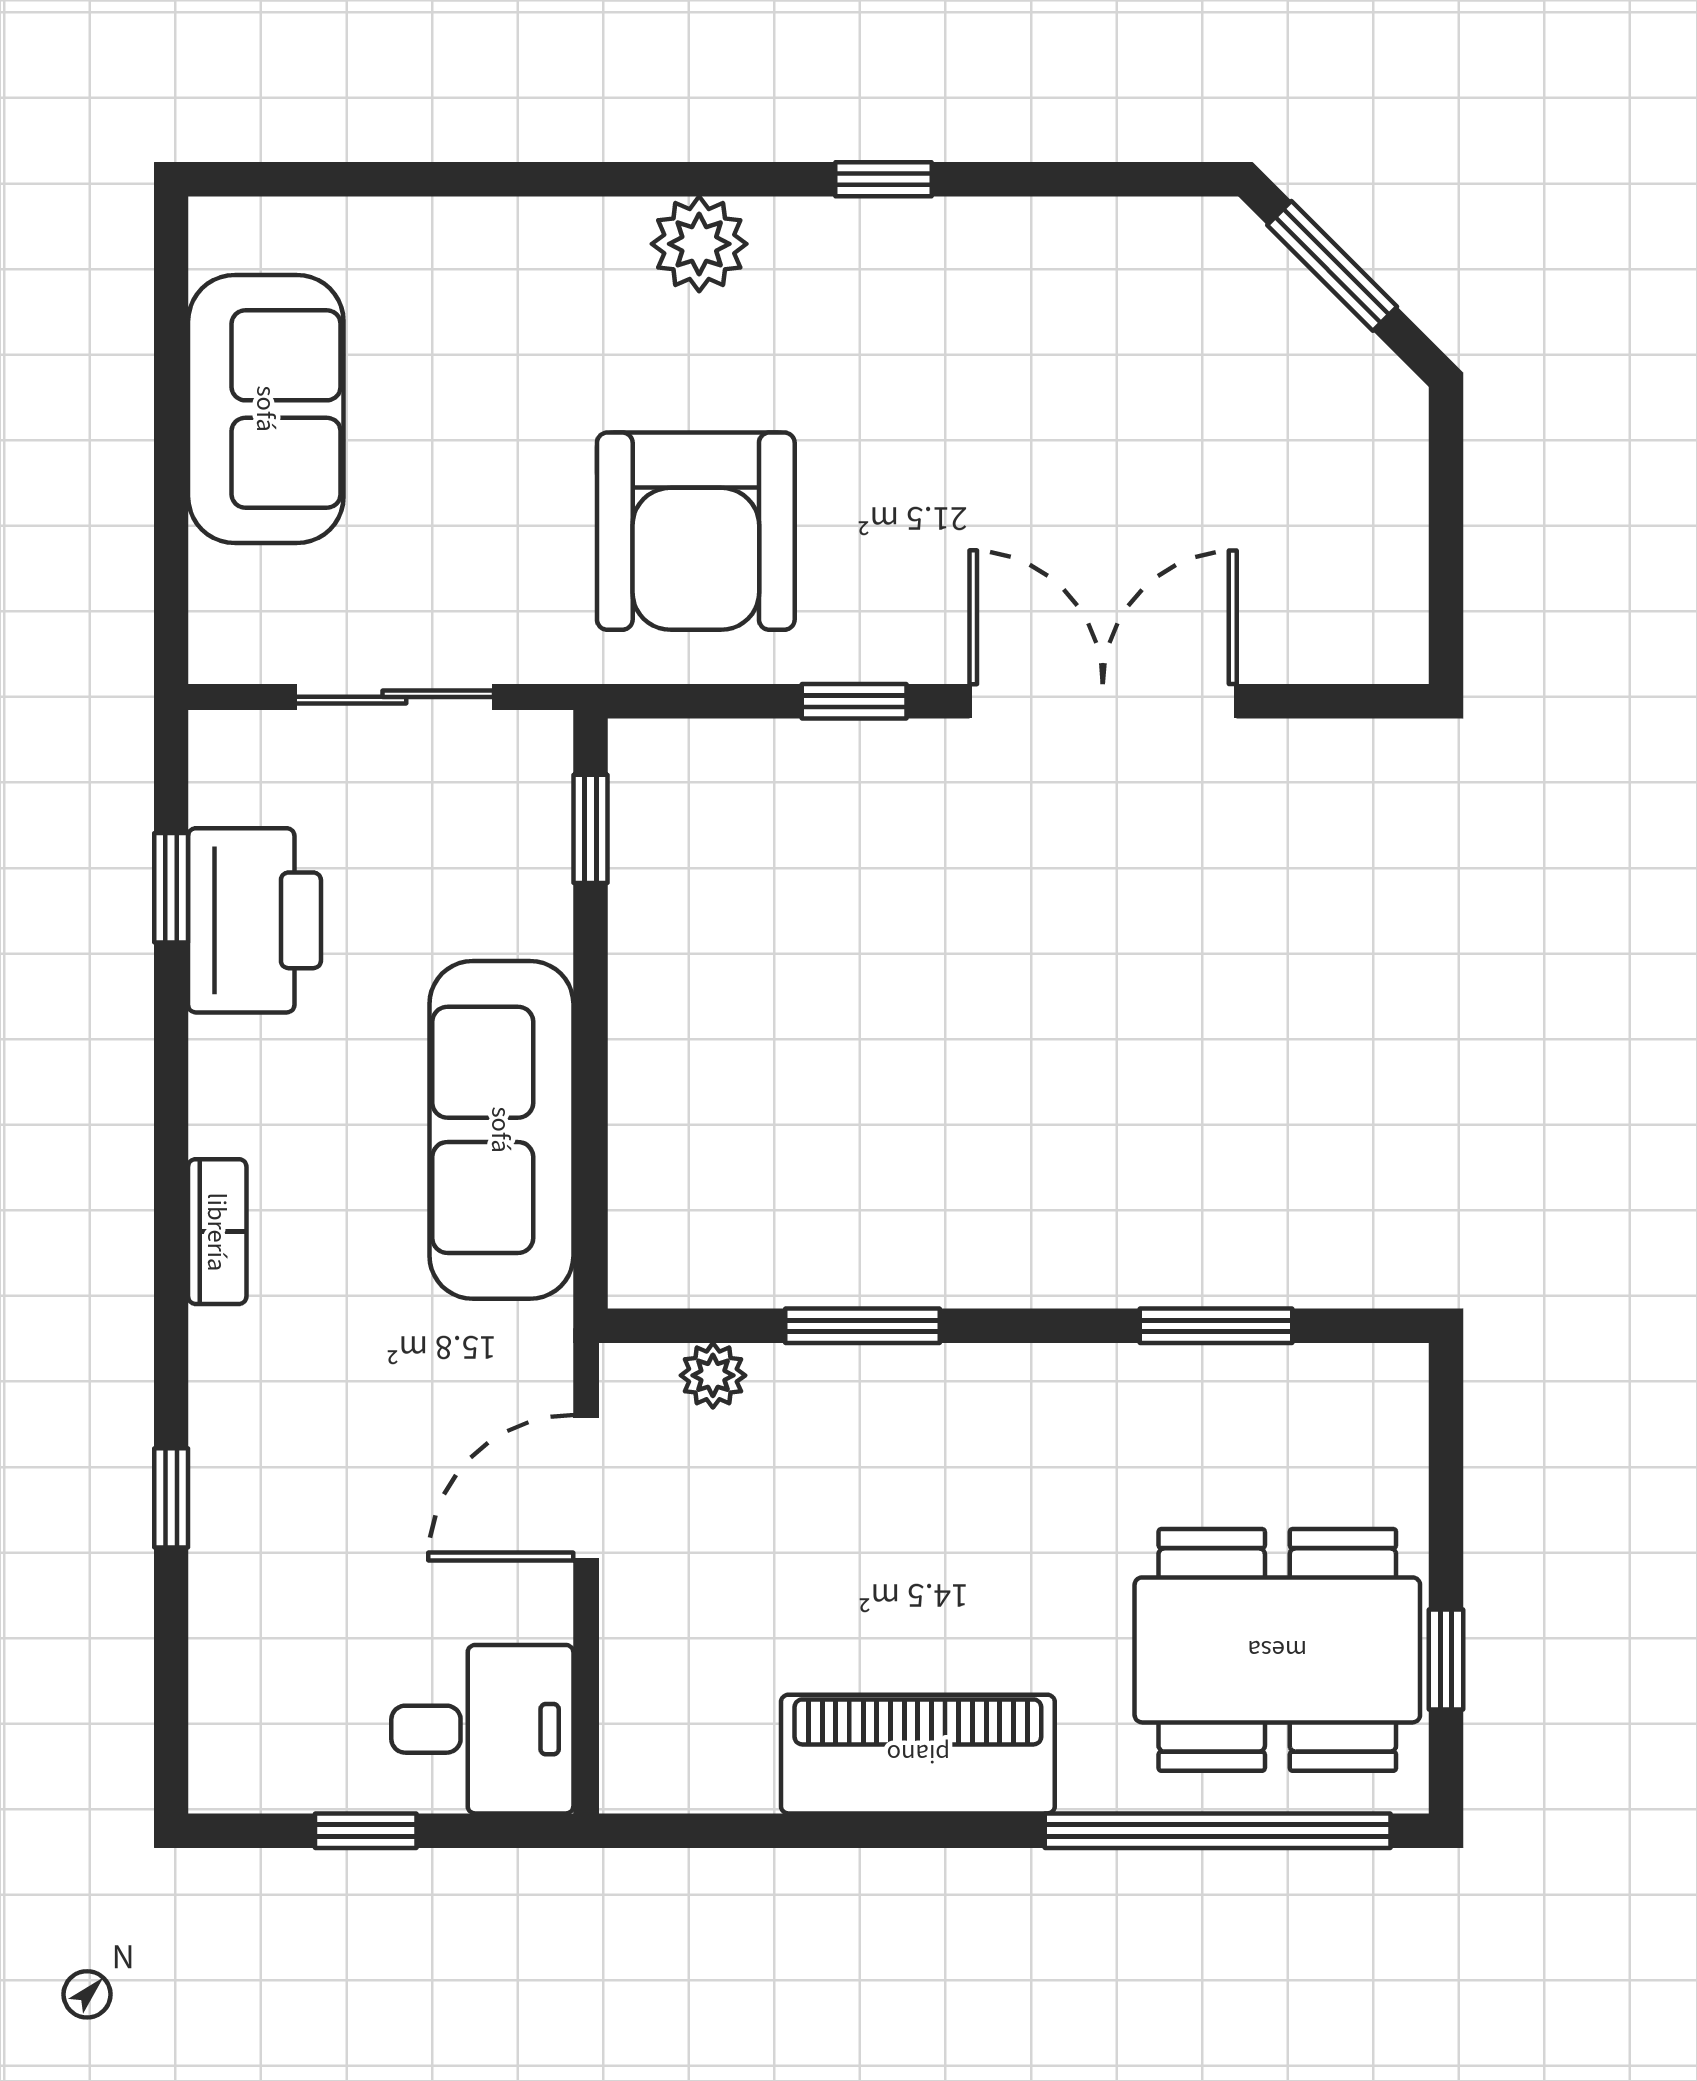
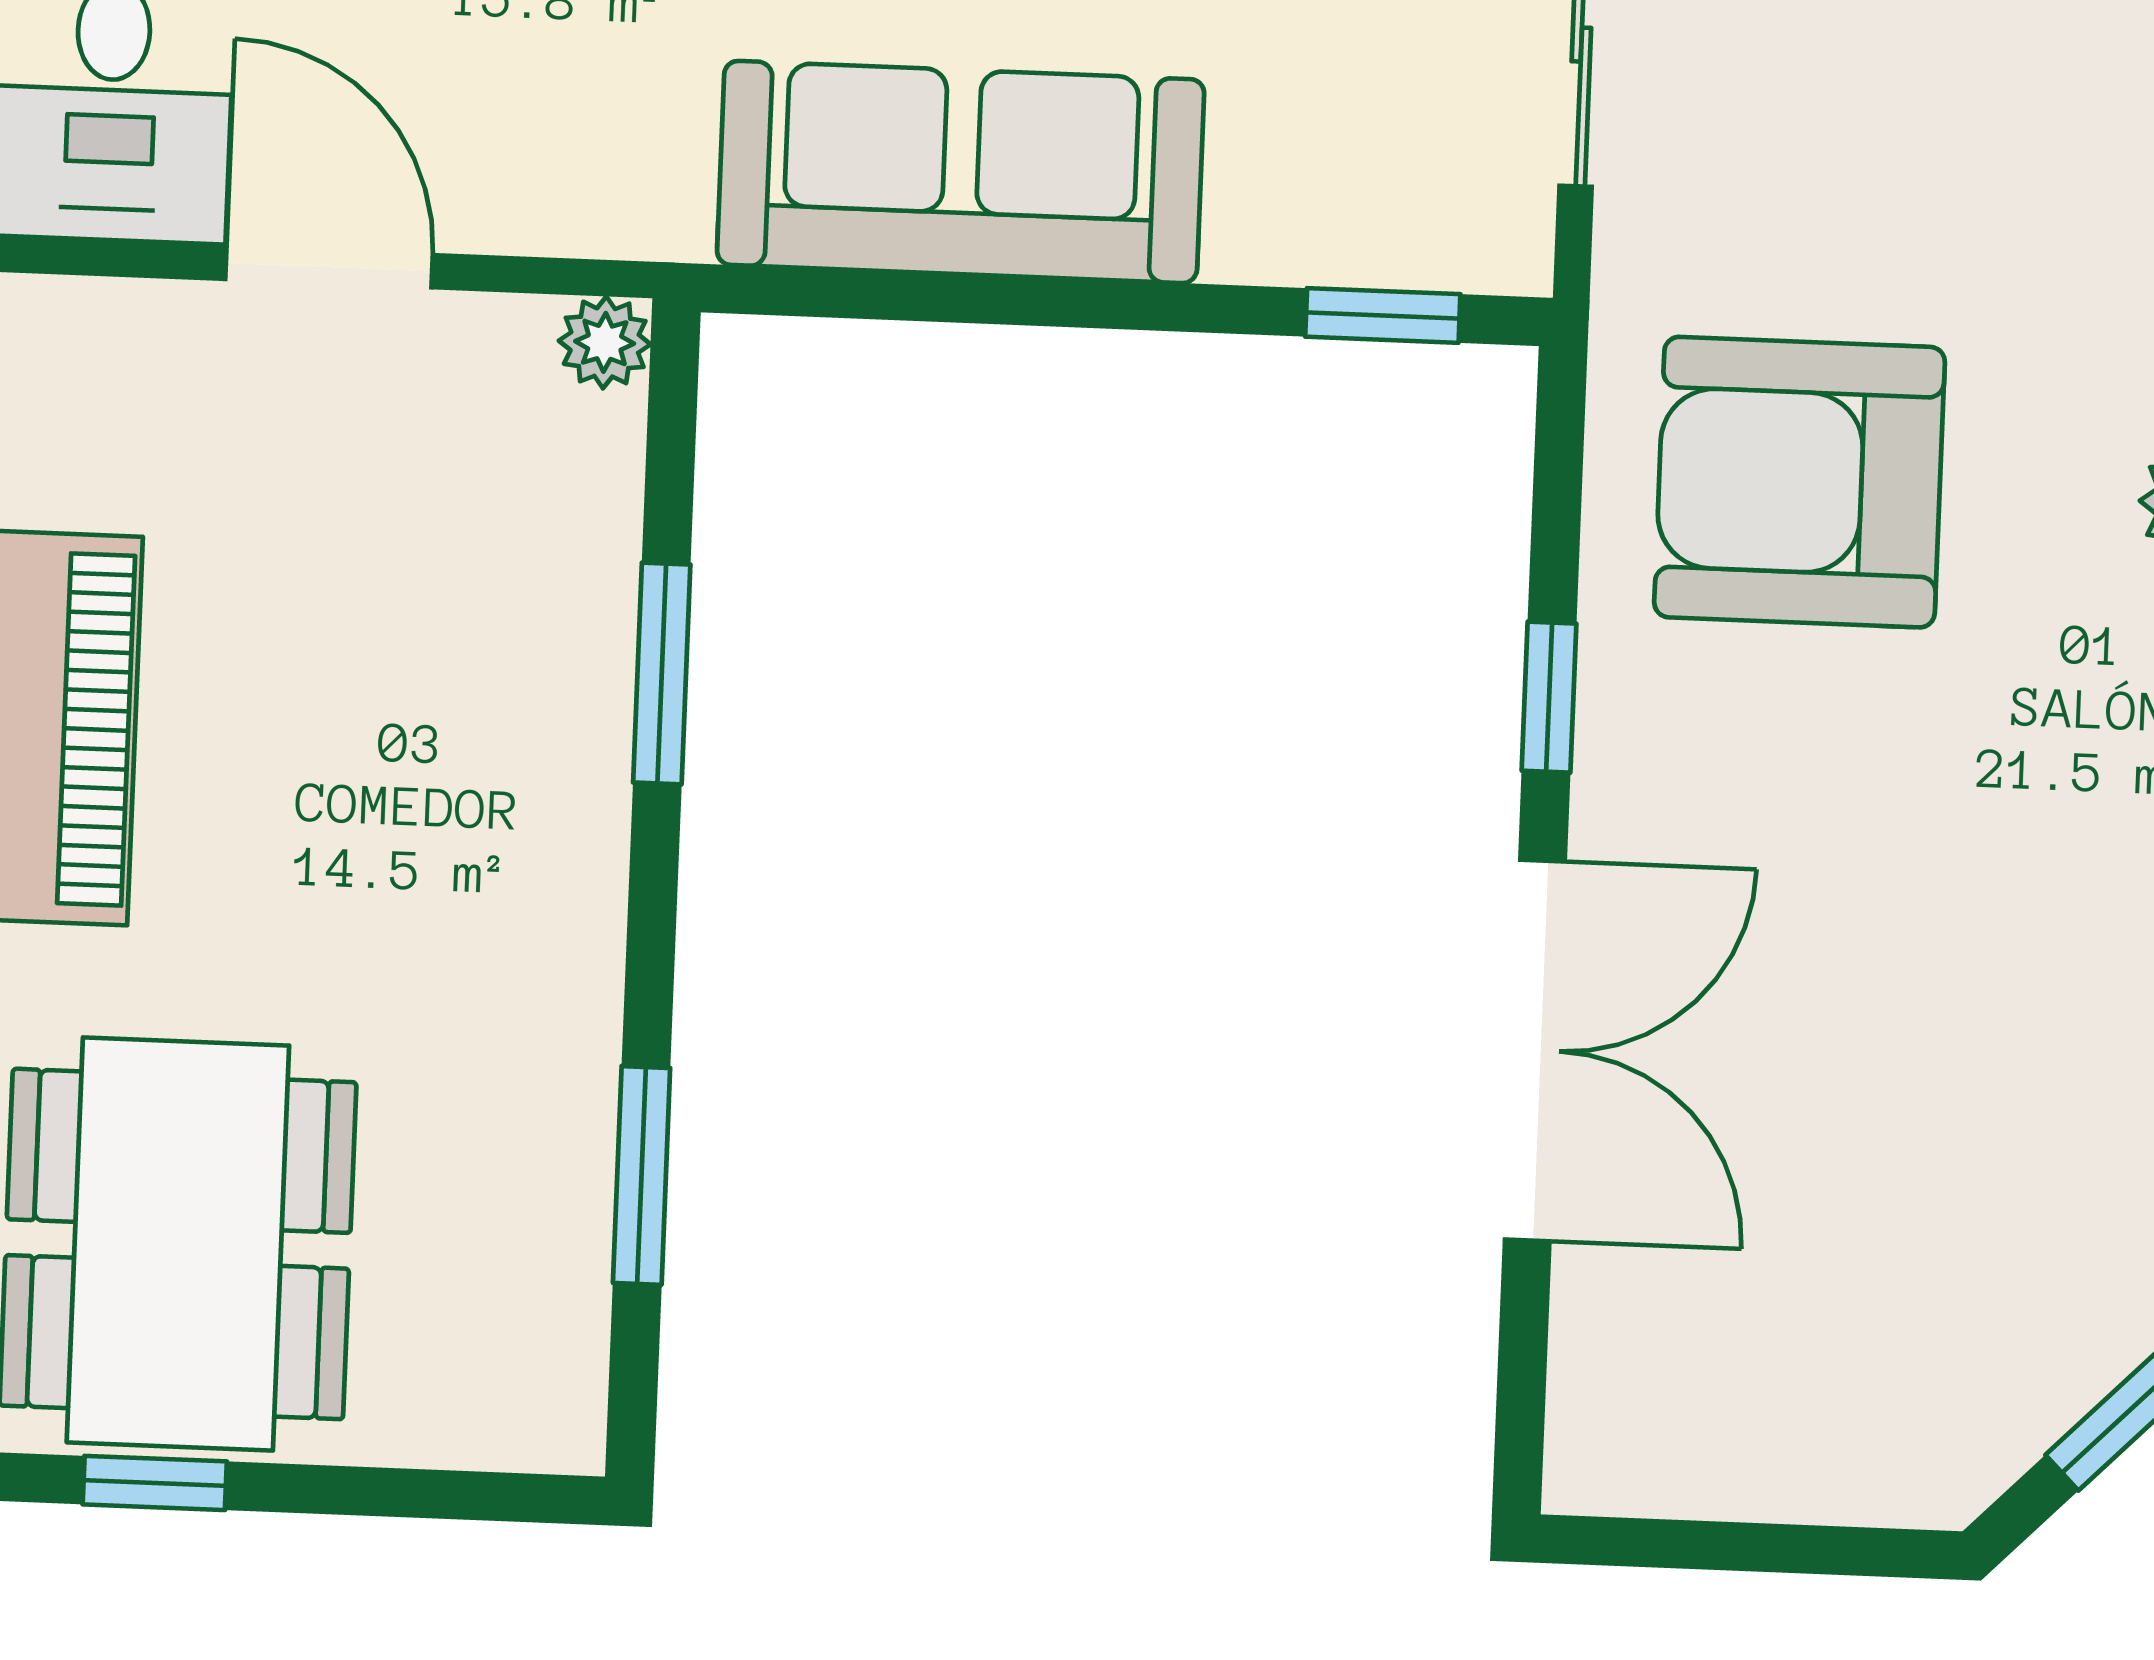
plant: (713, 1375) -> (605, 342), moved
door: (586, 1488) -> (329, 267), moved

